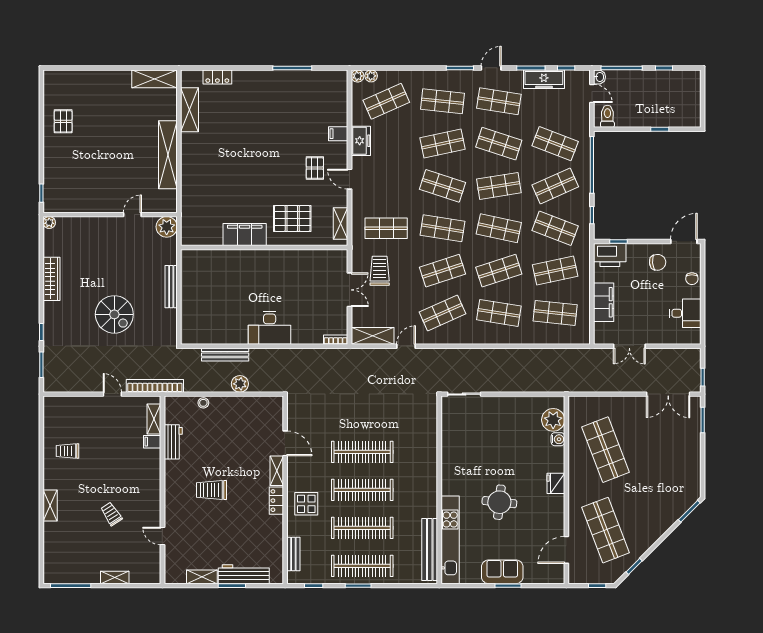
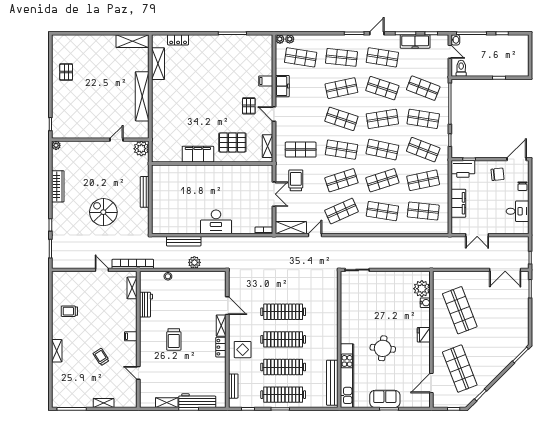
shop shelf: (386, 101) -> (301, 57), turned 33
shop shelf: (555, 186) -> (423, 119), turned 33
spiral stairs: (114, 314) -> (103, 212), turned 180
filing cabinet: (152, 442) -> (131, 336), moved
trolley: (211, 490) -> (174, 339), turned -90

